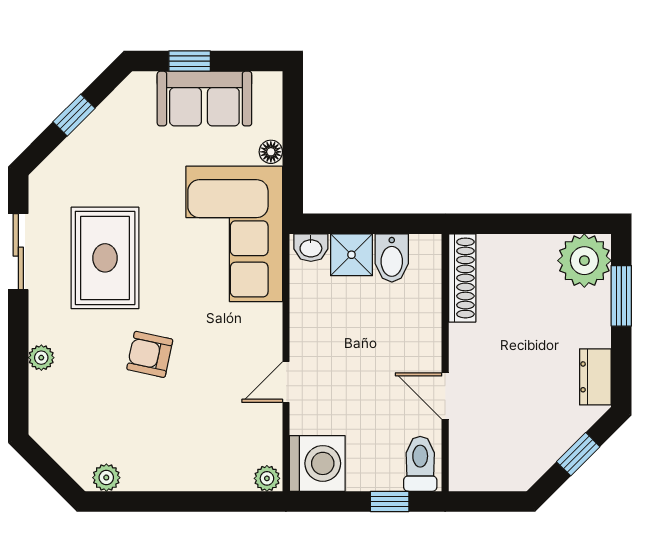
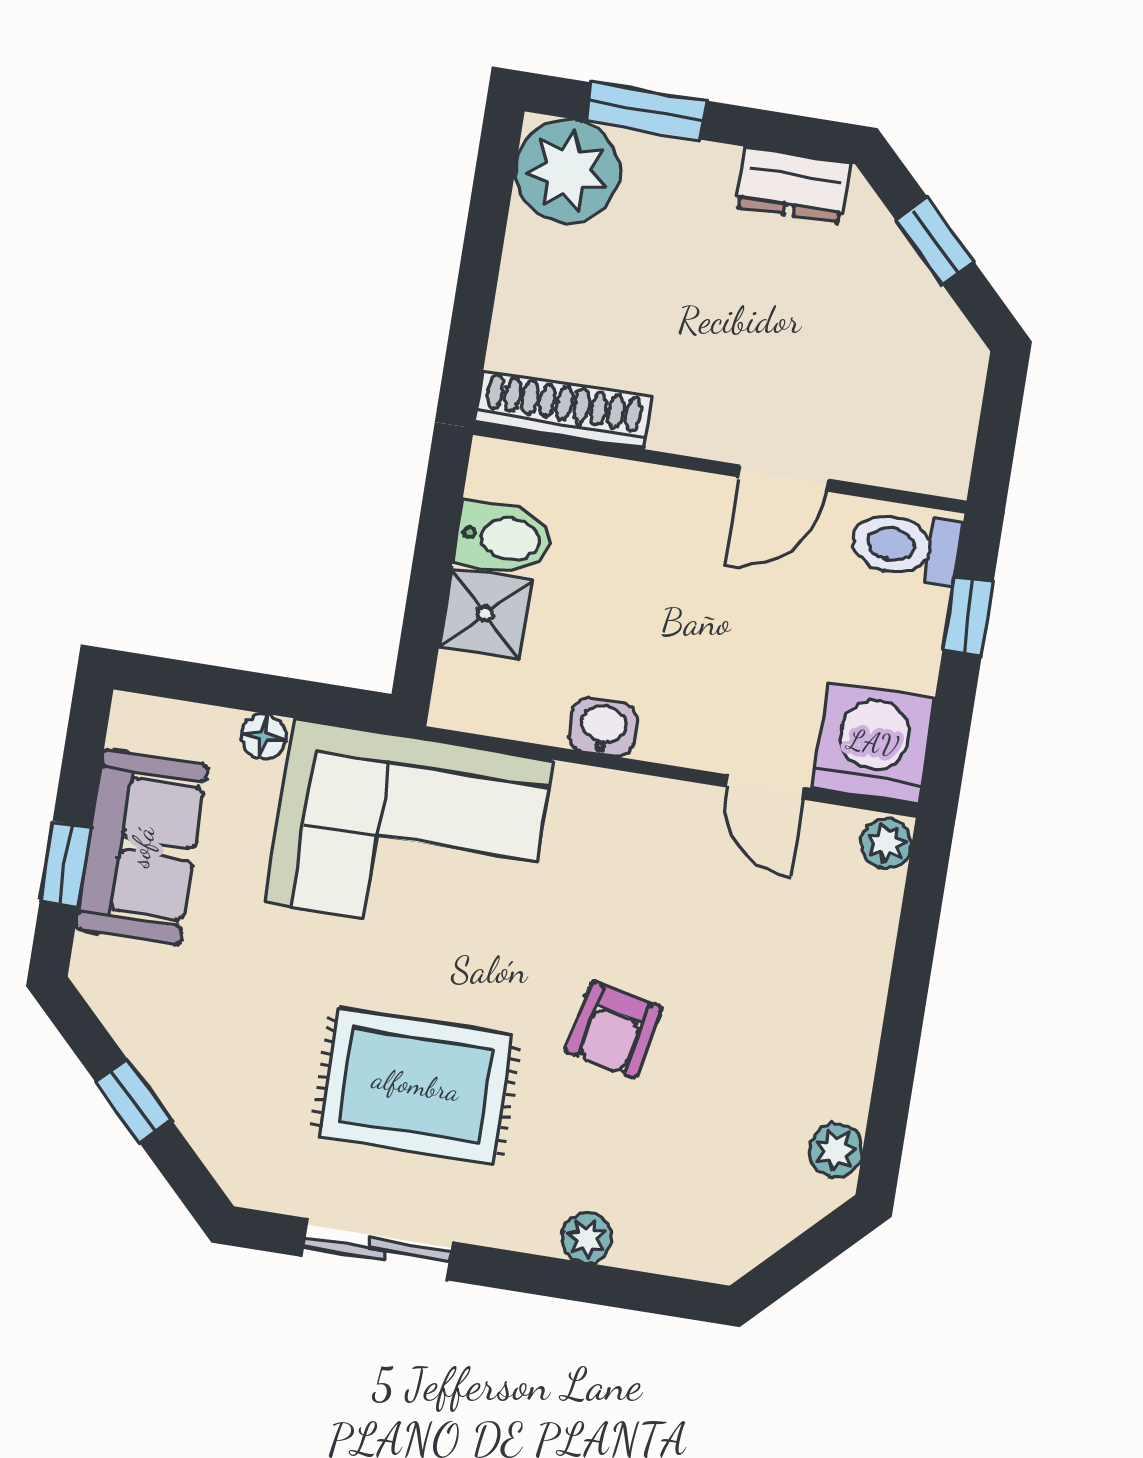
washbasin: (311, 248) -> (603, 728), moved, turned -90
door: (286, 382) -> (765, 787), moved

